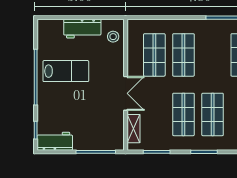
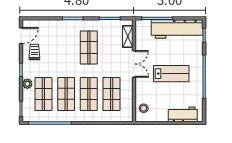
workbench: (82, 29) -> (183, 114), moved
lab bench: (66, 71) -> (171, 74), moved, turned 180
double door: (126, 93) -> (134, 64), swing flipped
shop shelf: (213, 114) -> (66, 94), moved
workbench: (55, 141) -> (177, 29), width x1.88, depth x1.32

